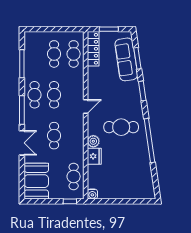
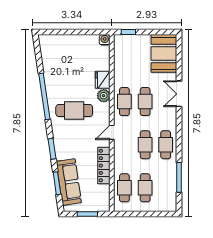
locker: (93, 49) -> (104, 166), moved
window: (22, 110) -> (179, 129), removed
cafe table: (74, 176) -> (124, 102), moved

